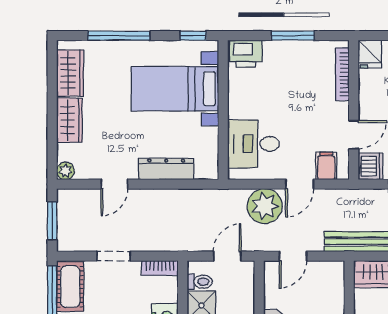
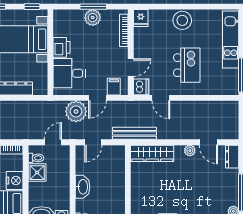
plant: (292, 53) -> (93, 18), added
printer: (246, 54) -> (62, 47), moved, turned -90

